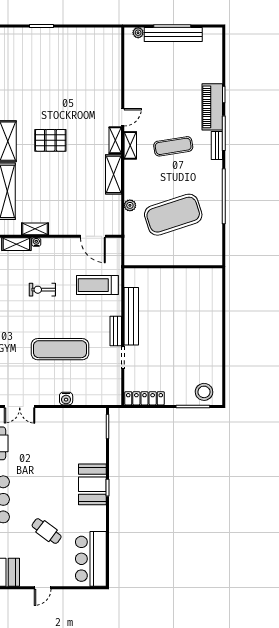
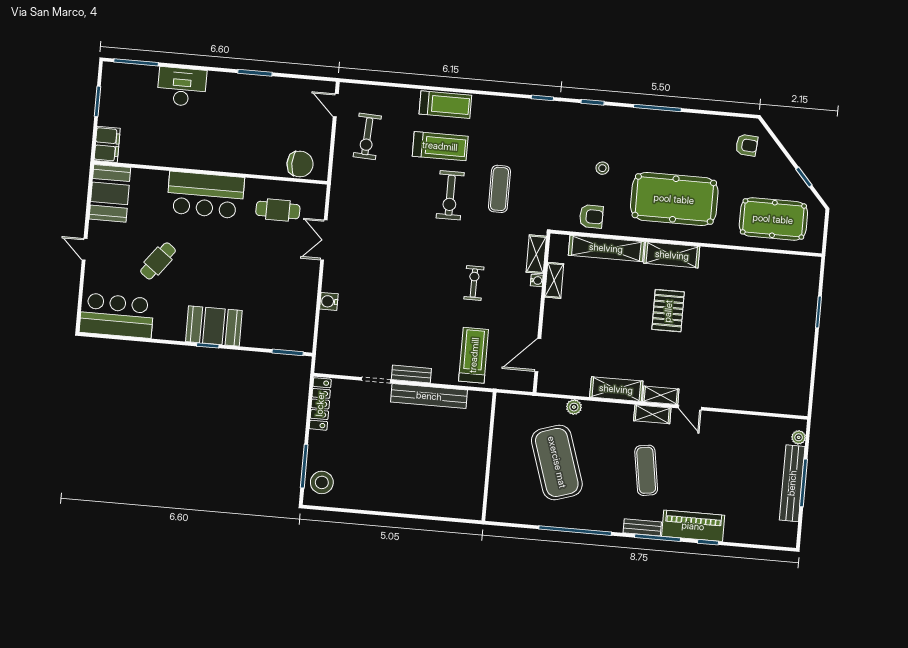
exercise mat: (60, 349) -> (394, 299), removed

